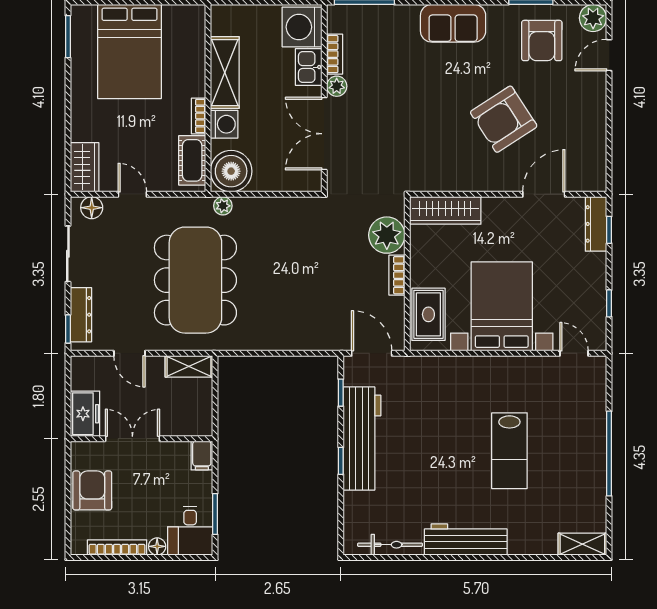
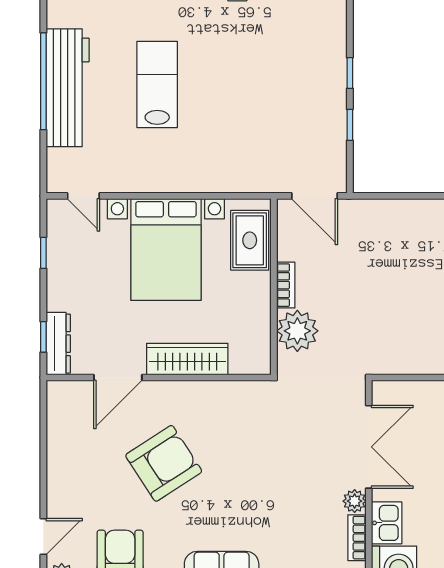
wardrobe: (445, 210) -> (187, 359), moved
window: (341, 393) -> (350, 125), moved
workbench: (362, 438) -> (68, 88), moved, turned 180

